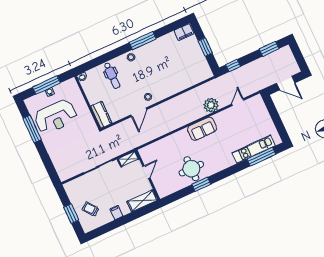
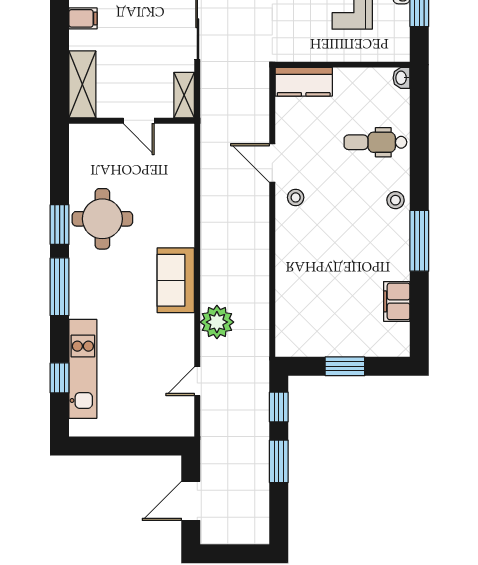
filing cabinet: (184, 32) -> (397, 301), moved
window: (269, 49) -> (279, 461), moved
door: (238, 102) -> (197, 381), swing flipped
window: (261, 157) -> (60, 378), width x0.46
window: (226, 173) -> (60, 287), added

